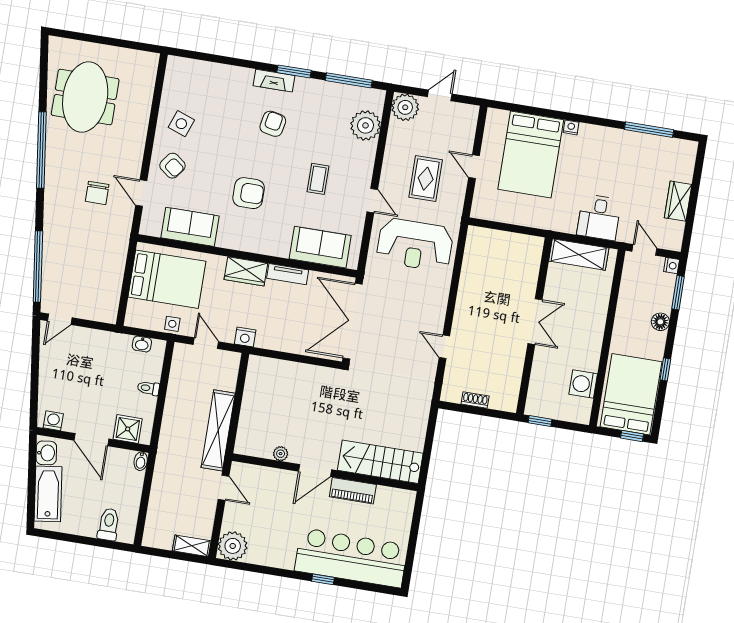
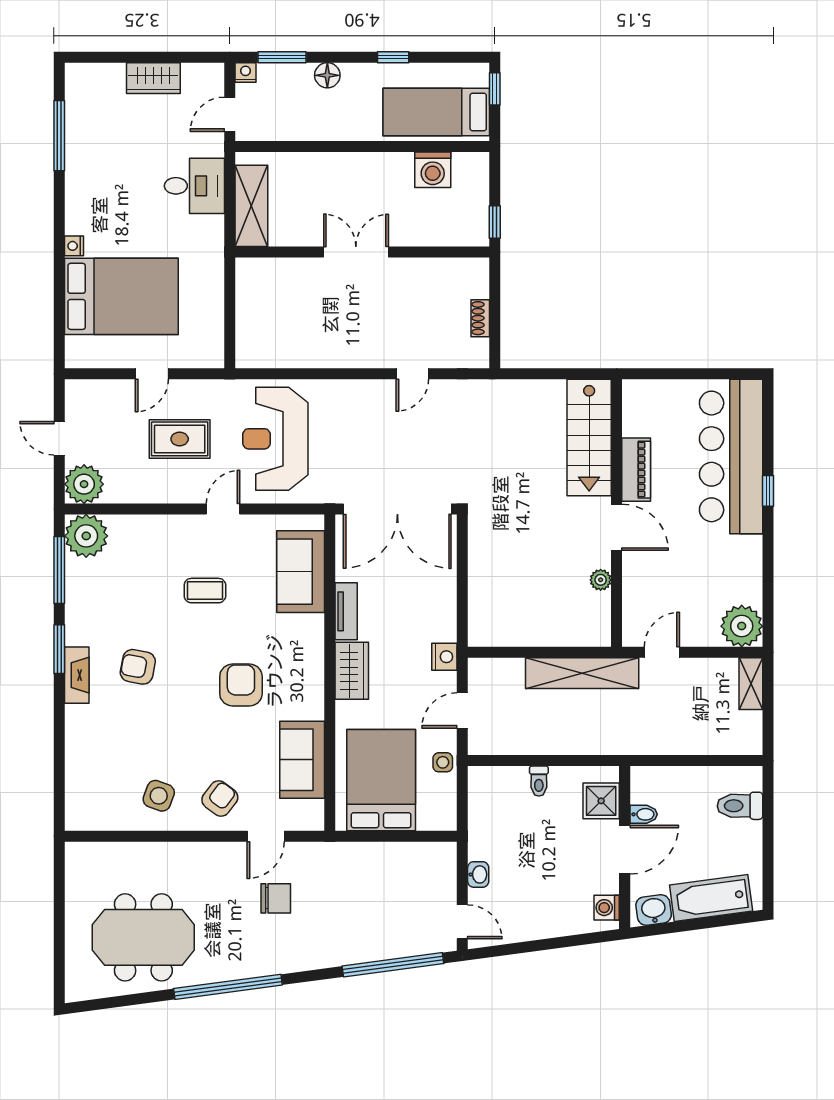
plant: (365, 125) -> (86, 536), moved
reception desk: (415, 245) -> (275, 439), turned 180
washbasin: (142, 344) -> (478, 874), moved
bed: (631, 394) -> (436, 112), width x0.67
bidet: (141, 461) -> (644, 814), moved

